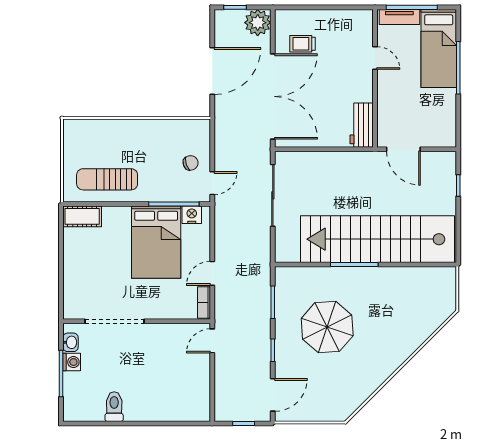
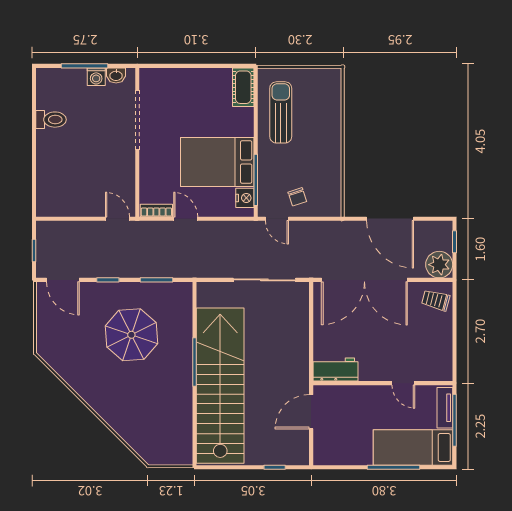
trolley: (303, 44) -> (436, 300), moved, turned -75
door: (375, 58) -> (403, 383), hinge flipped

